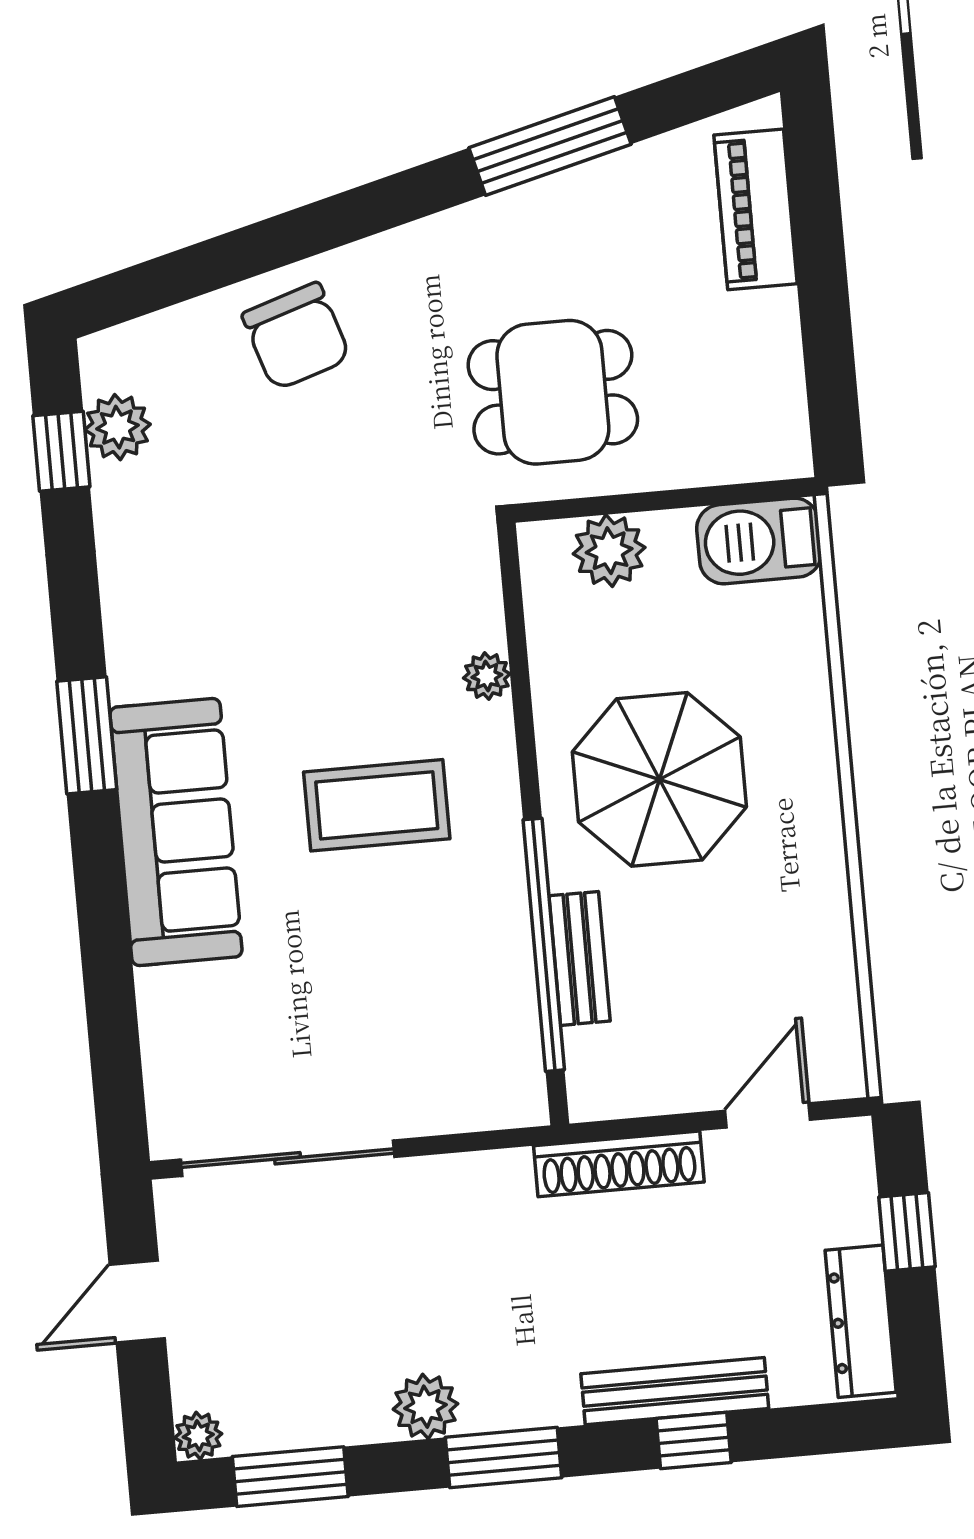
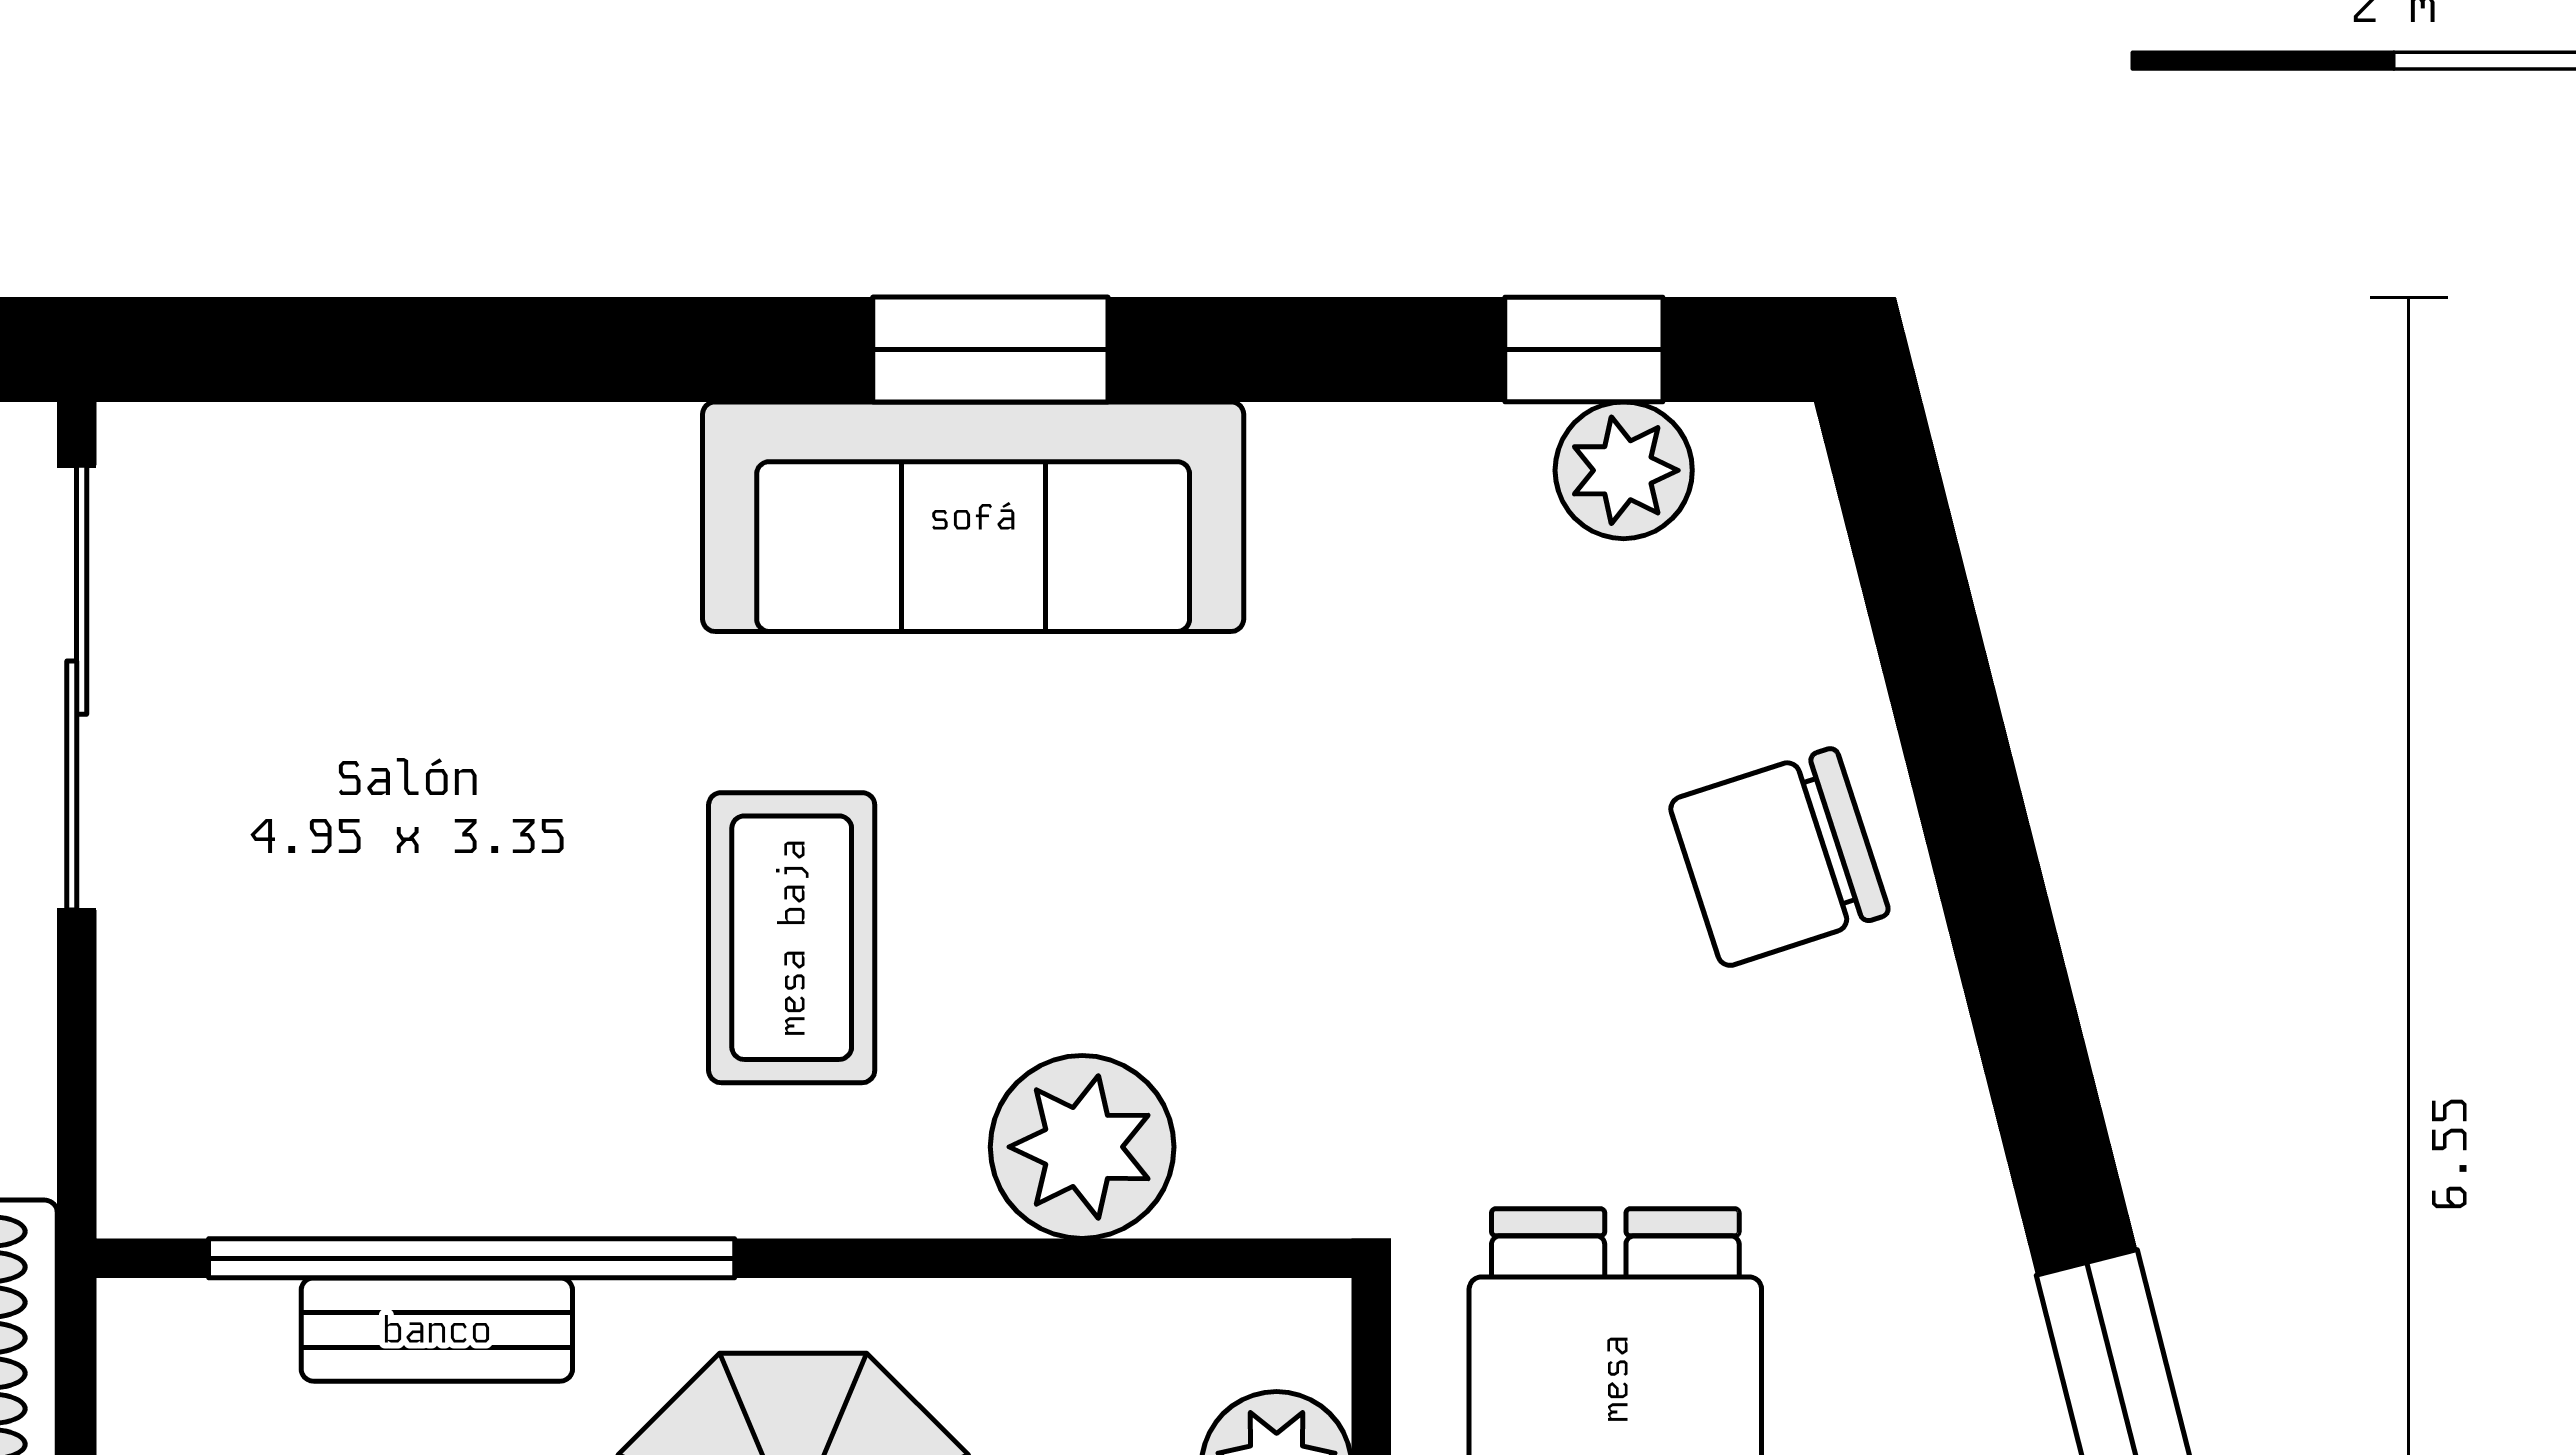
plant: (487, 676) -> (1082, 1147), width x1.87, depth x1.87
sofa: (176, 832) -> (973, 517), moved

